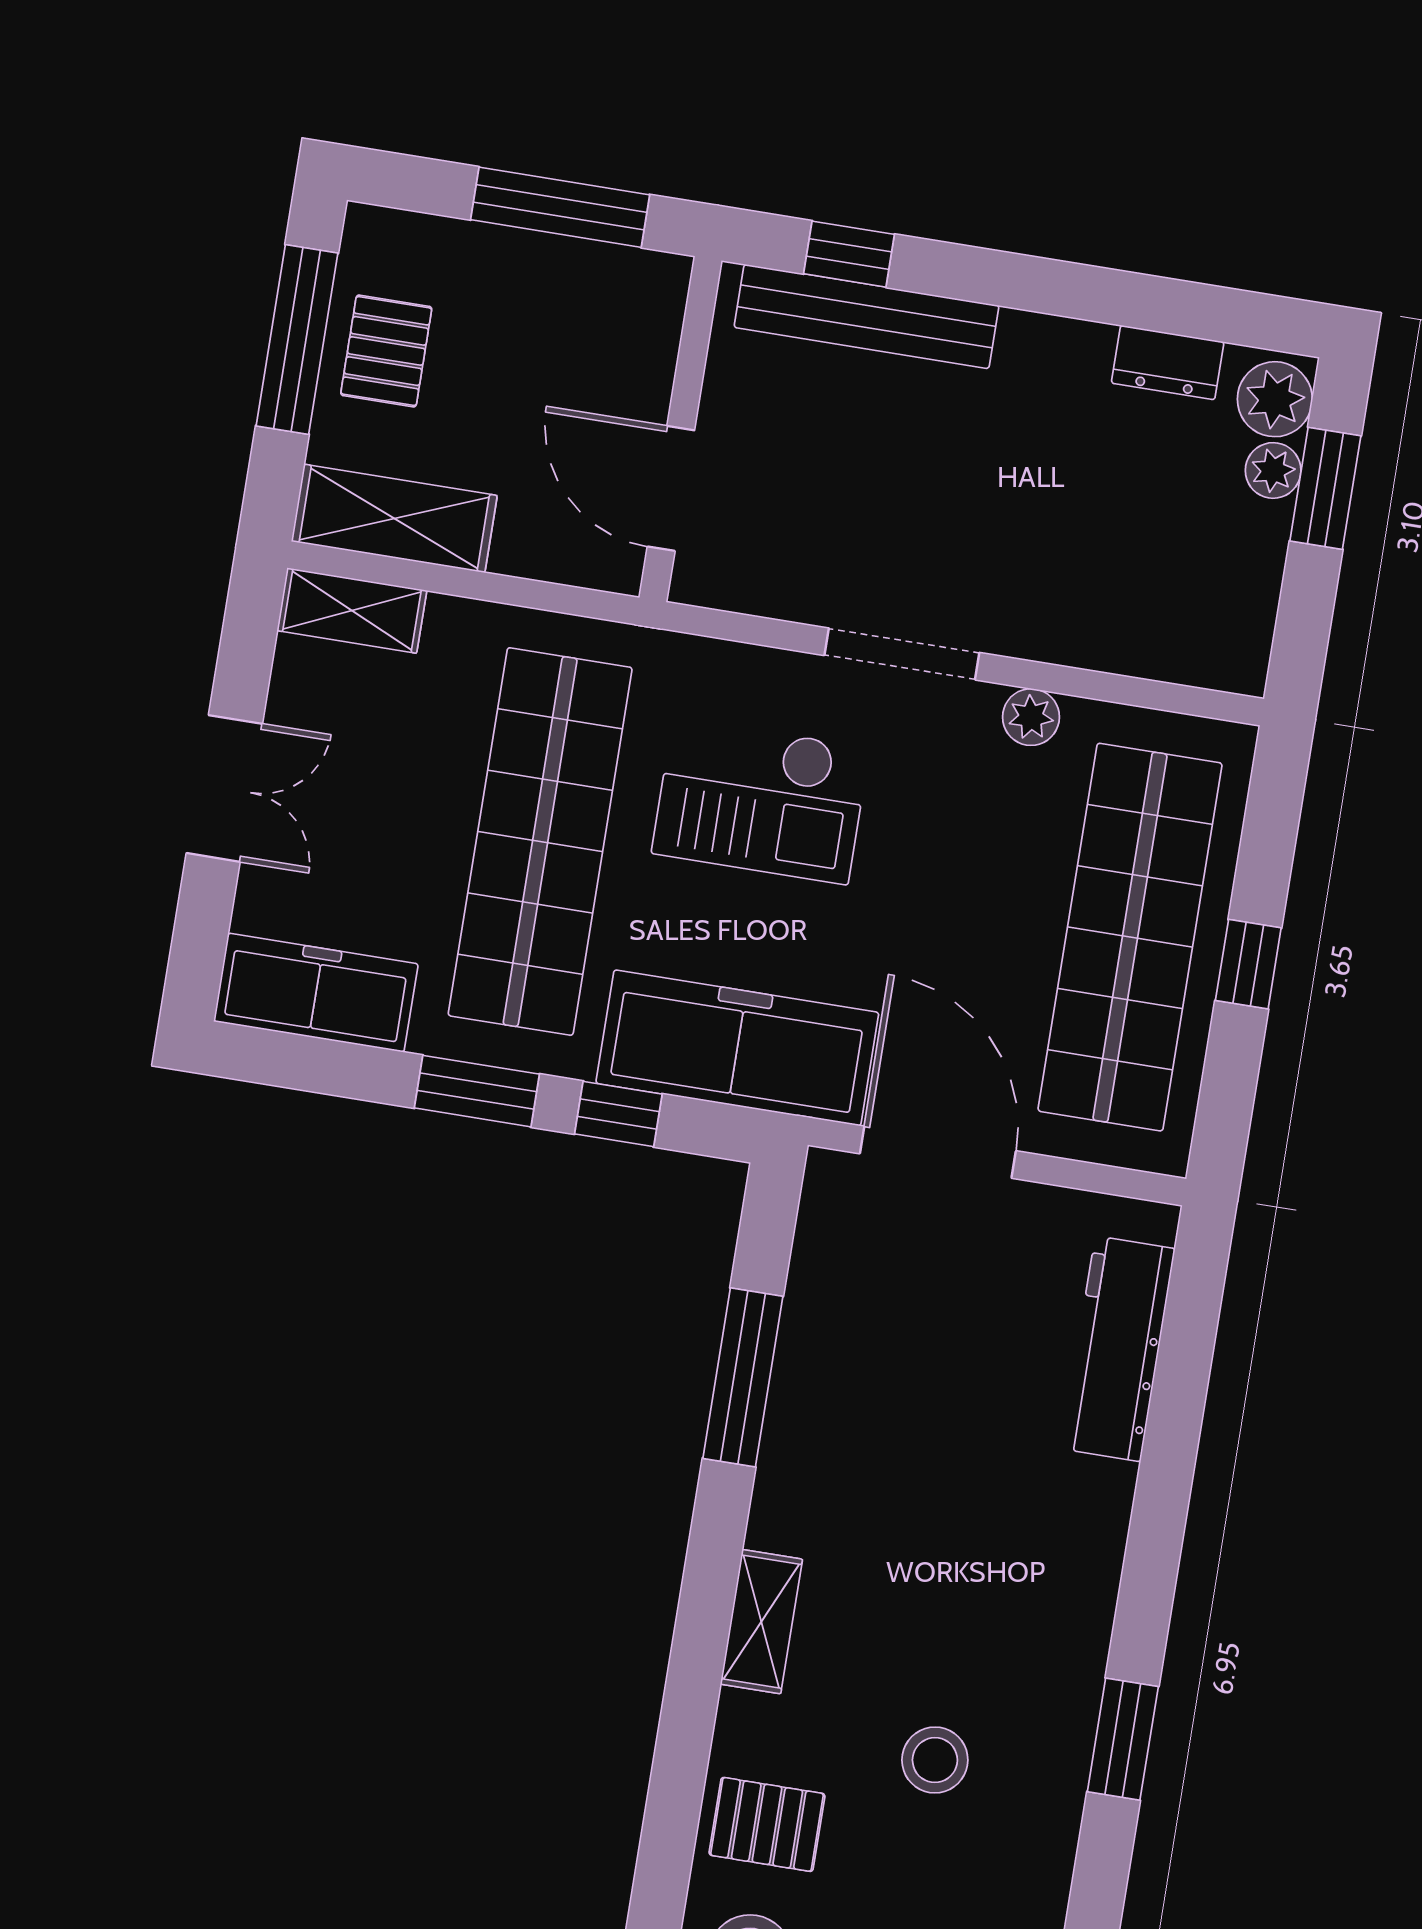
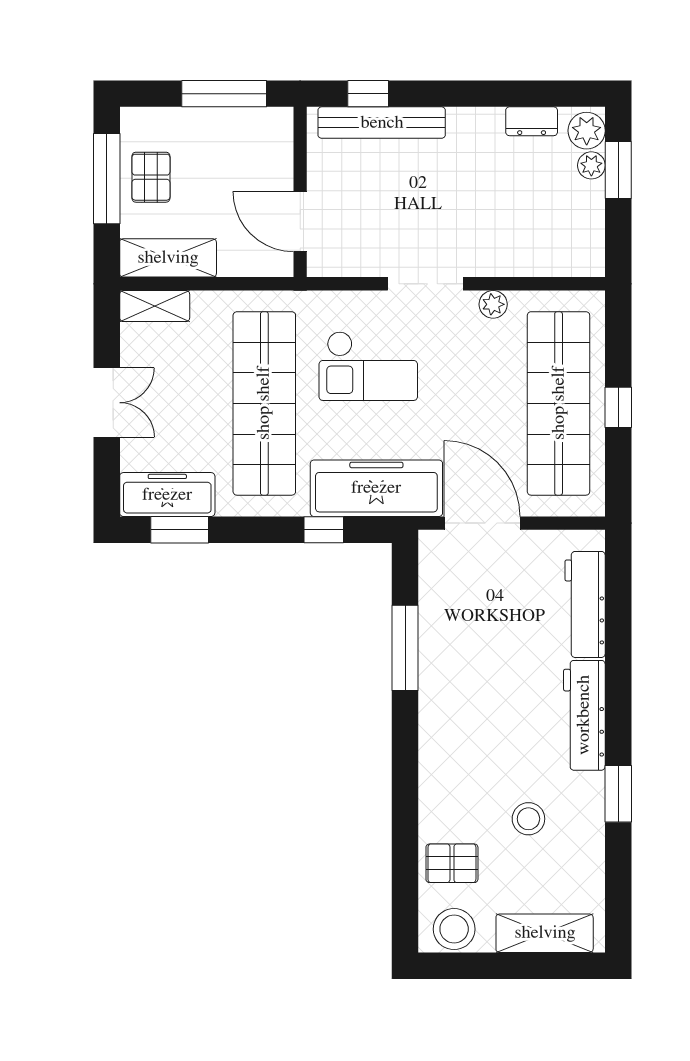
window: (477, 1091) -> (180, 530), moved
workbench: (1081, 1571) -> (584, 715), added
shelving: (761, 1622) -> (433, 765), removed

